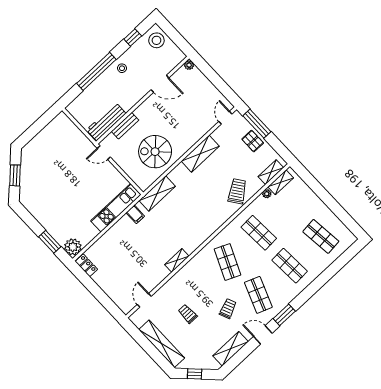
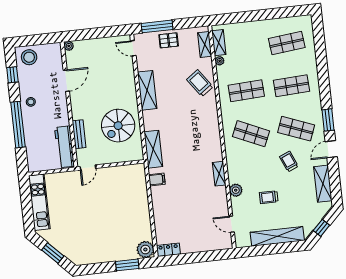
kitchen unit: (116, 208) -> (39, 202), moved, turned 180
plant: (174, 283) -> (236, 190), added

